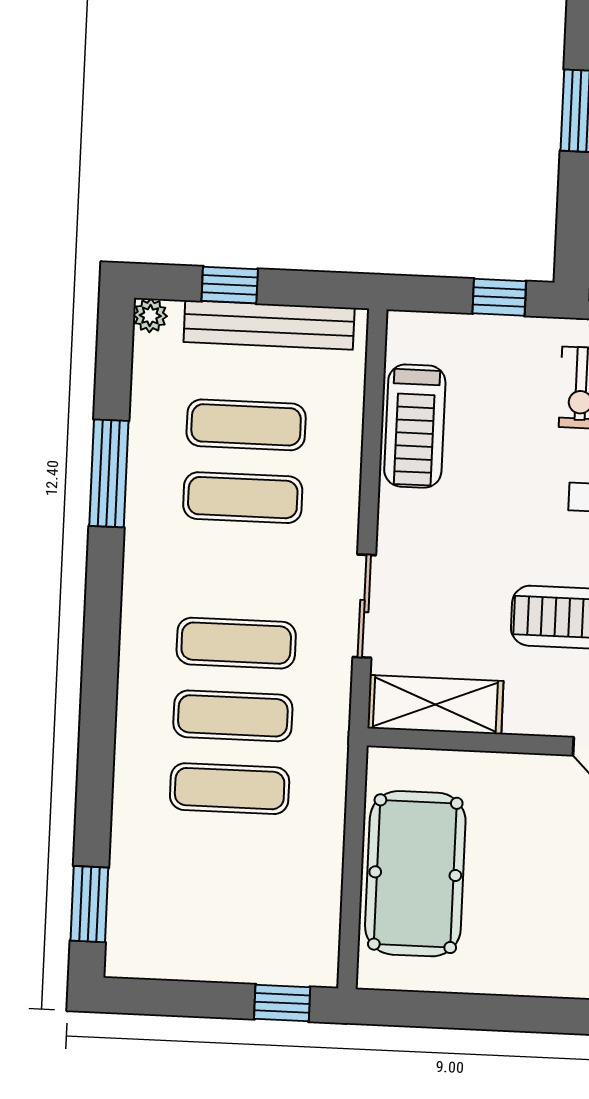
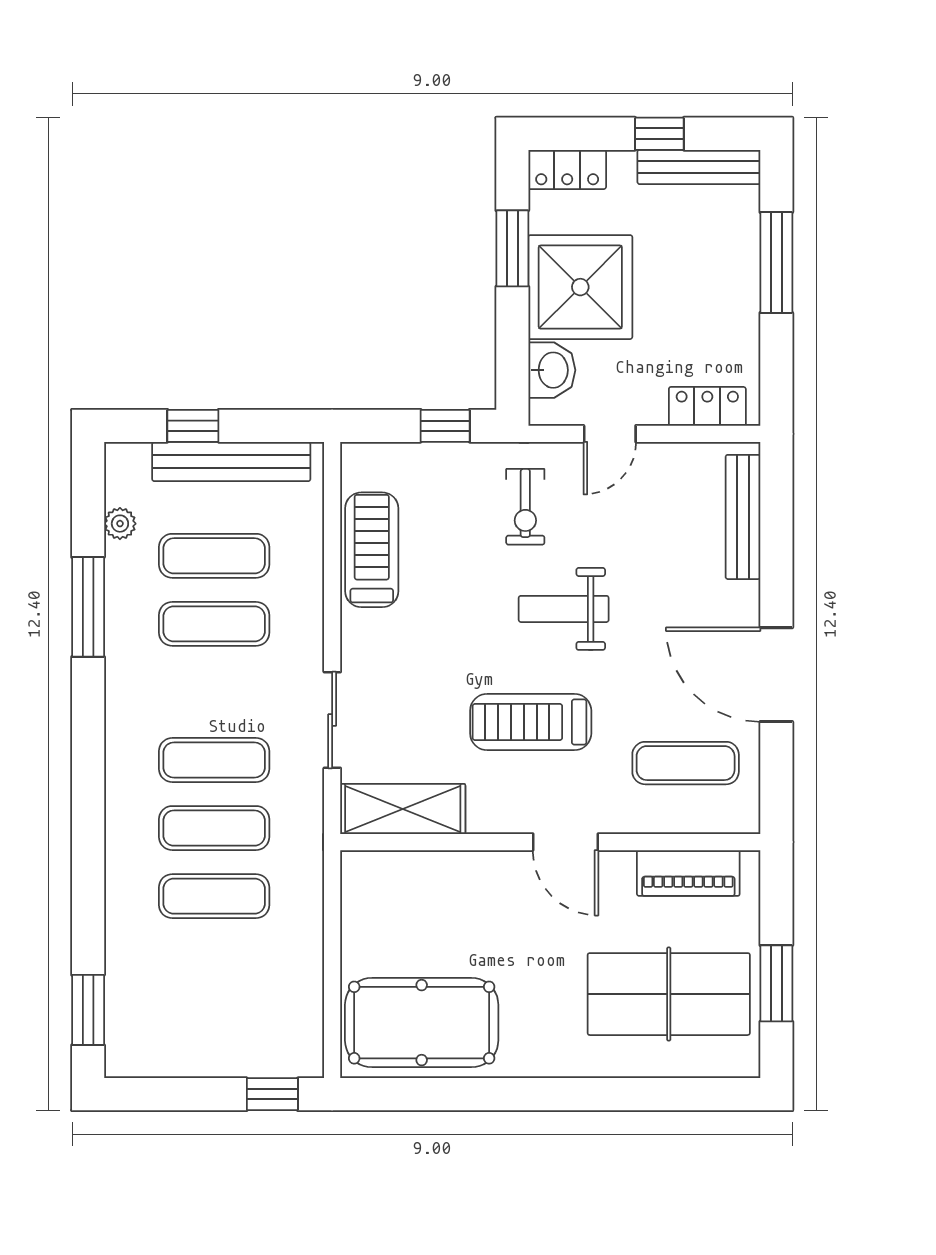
plant: (150, 316) -> (120, 524), moved
treadmill: (415, 426) -> (372, 550), turned 180
pool table: (415, 874) -> (422, 1023), moved, turned 90

